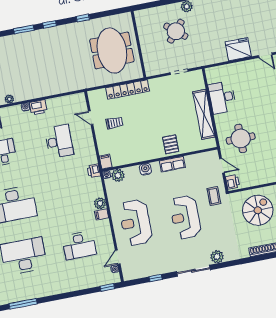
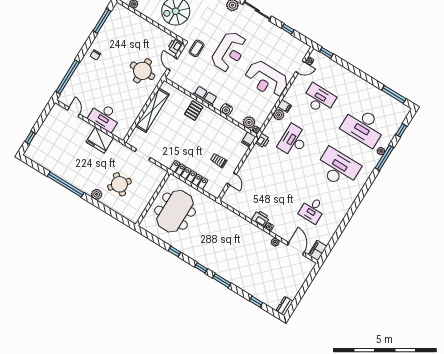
fridge: (238, 49) -> (100, 140), moved
desk: (222, 97) -> (105, 117), moved, turned 90
desk: (59, 141) -> (293, 141), moved
reception desk: (136, 223) -> (267, 79), turned 90

